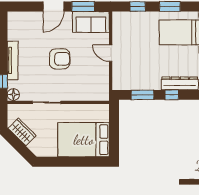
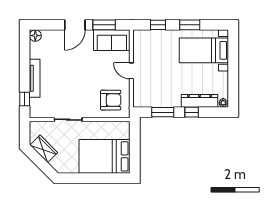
armchair: (60, 59) -> (111, 100), moved
floor lamp: (13, 95) -> (35, 36), moved

